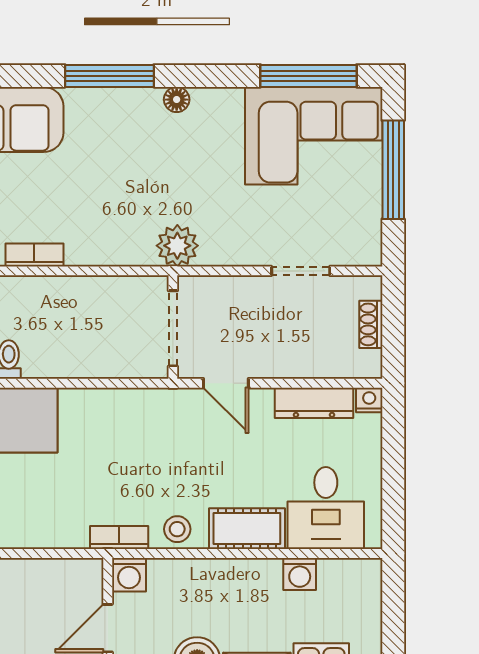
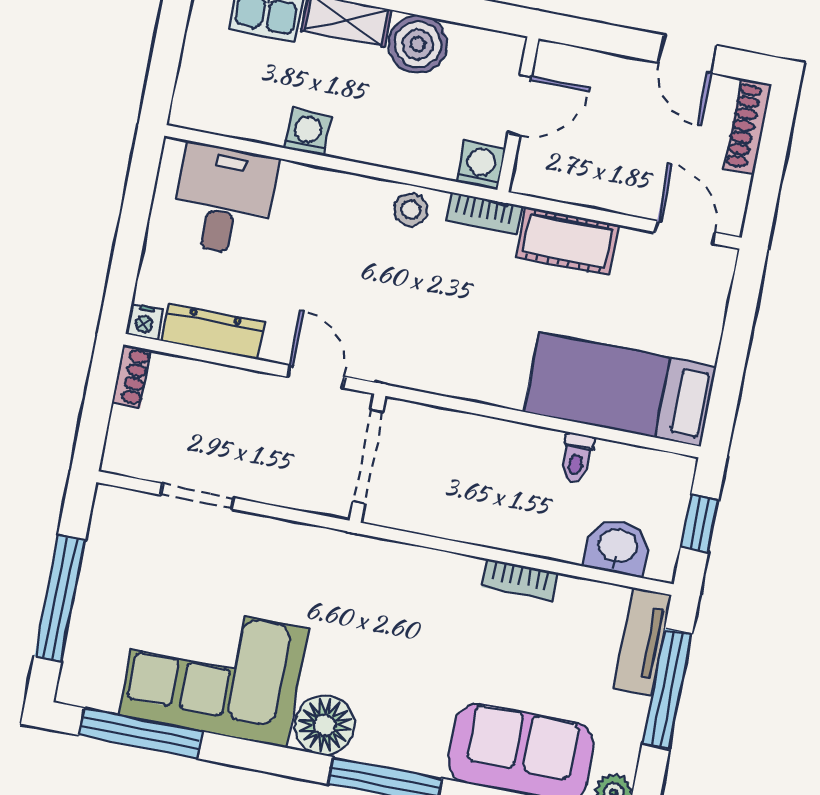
floor lamp: (177, 100) -> (325, 725), width x1.89, depth x1.89
corner sofa: (314, 136) -> (214, 672), moved
plant: (177, 246) -> (343, 557), removed
shoe rack: (371, 324) -> (132, 376), moved
cot: (247, 529) -> (567, 241), moved
washing machine: (300, 574) -> (308, 132), moved

